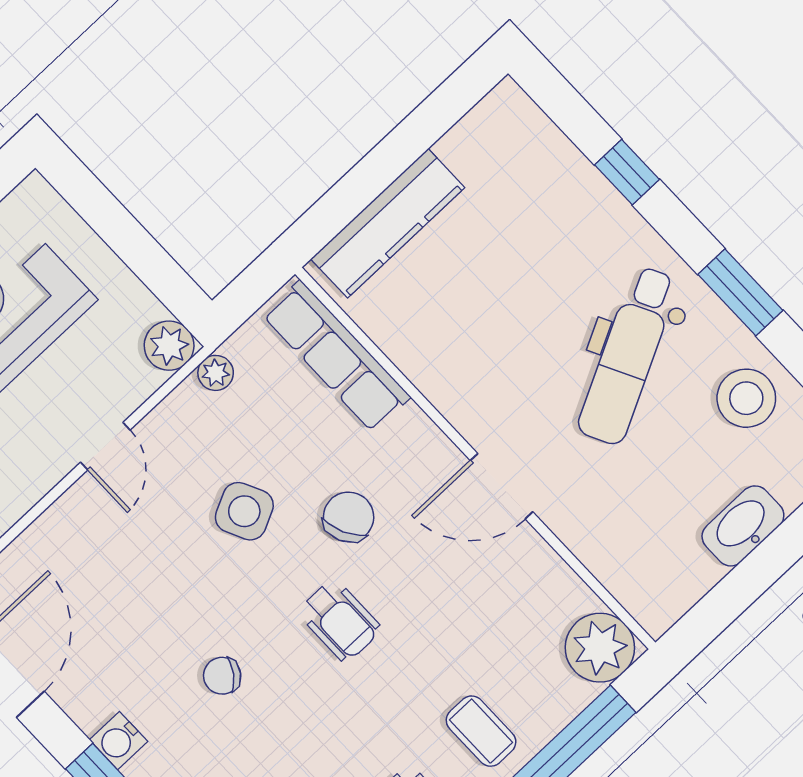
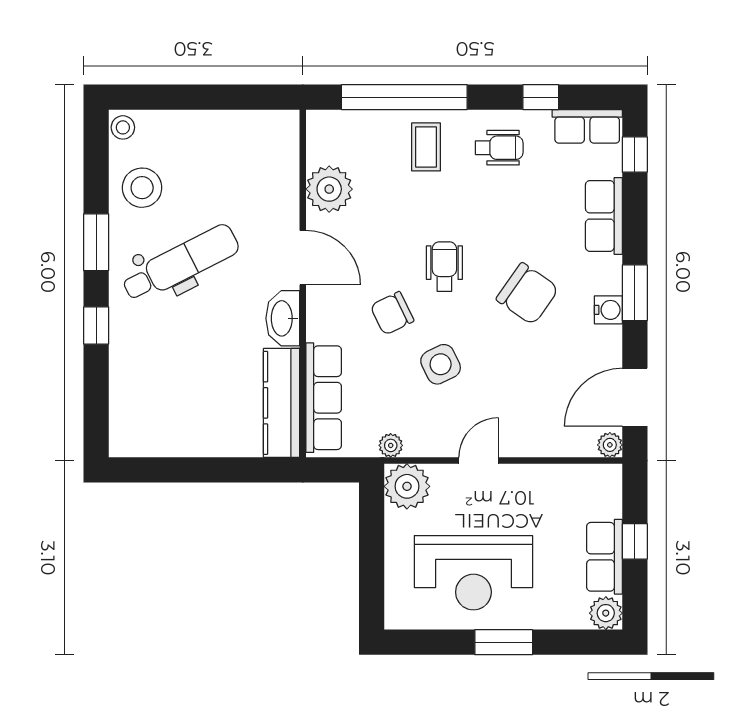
window: (627, 172) -> (96, 325), moved
kitchen counter: (388, 223) -> (282, 403), moved, turned -90
plant: (169, 346) -> (407, 486), width x1.36, depth x1.36
washbasin: (743, 526) -> (283, 318), moved, turned 90
plant: (600, 648) -> (329, 189), moved
chair: (222, 676) -> (528, 294), width x1.87, depth x1.87

